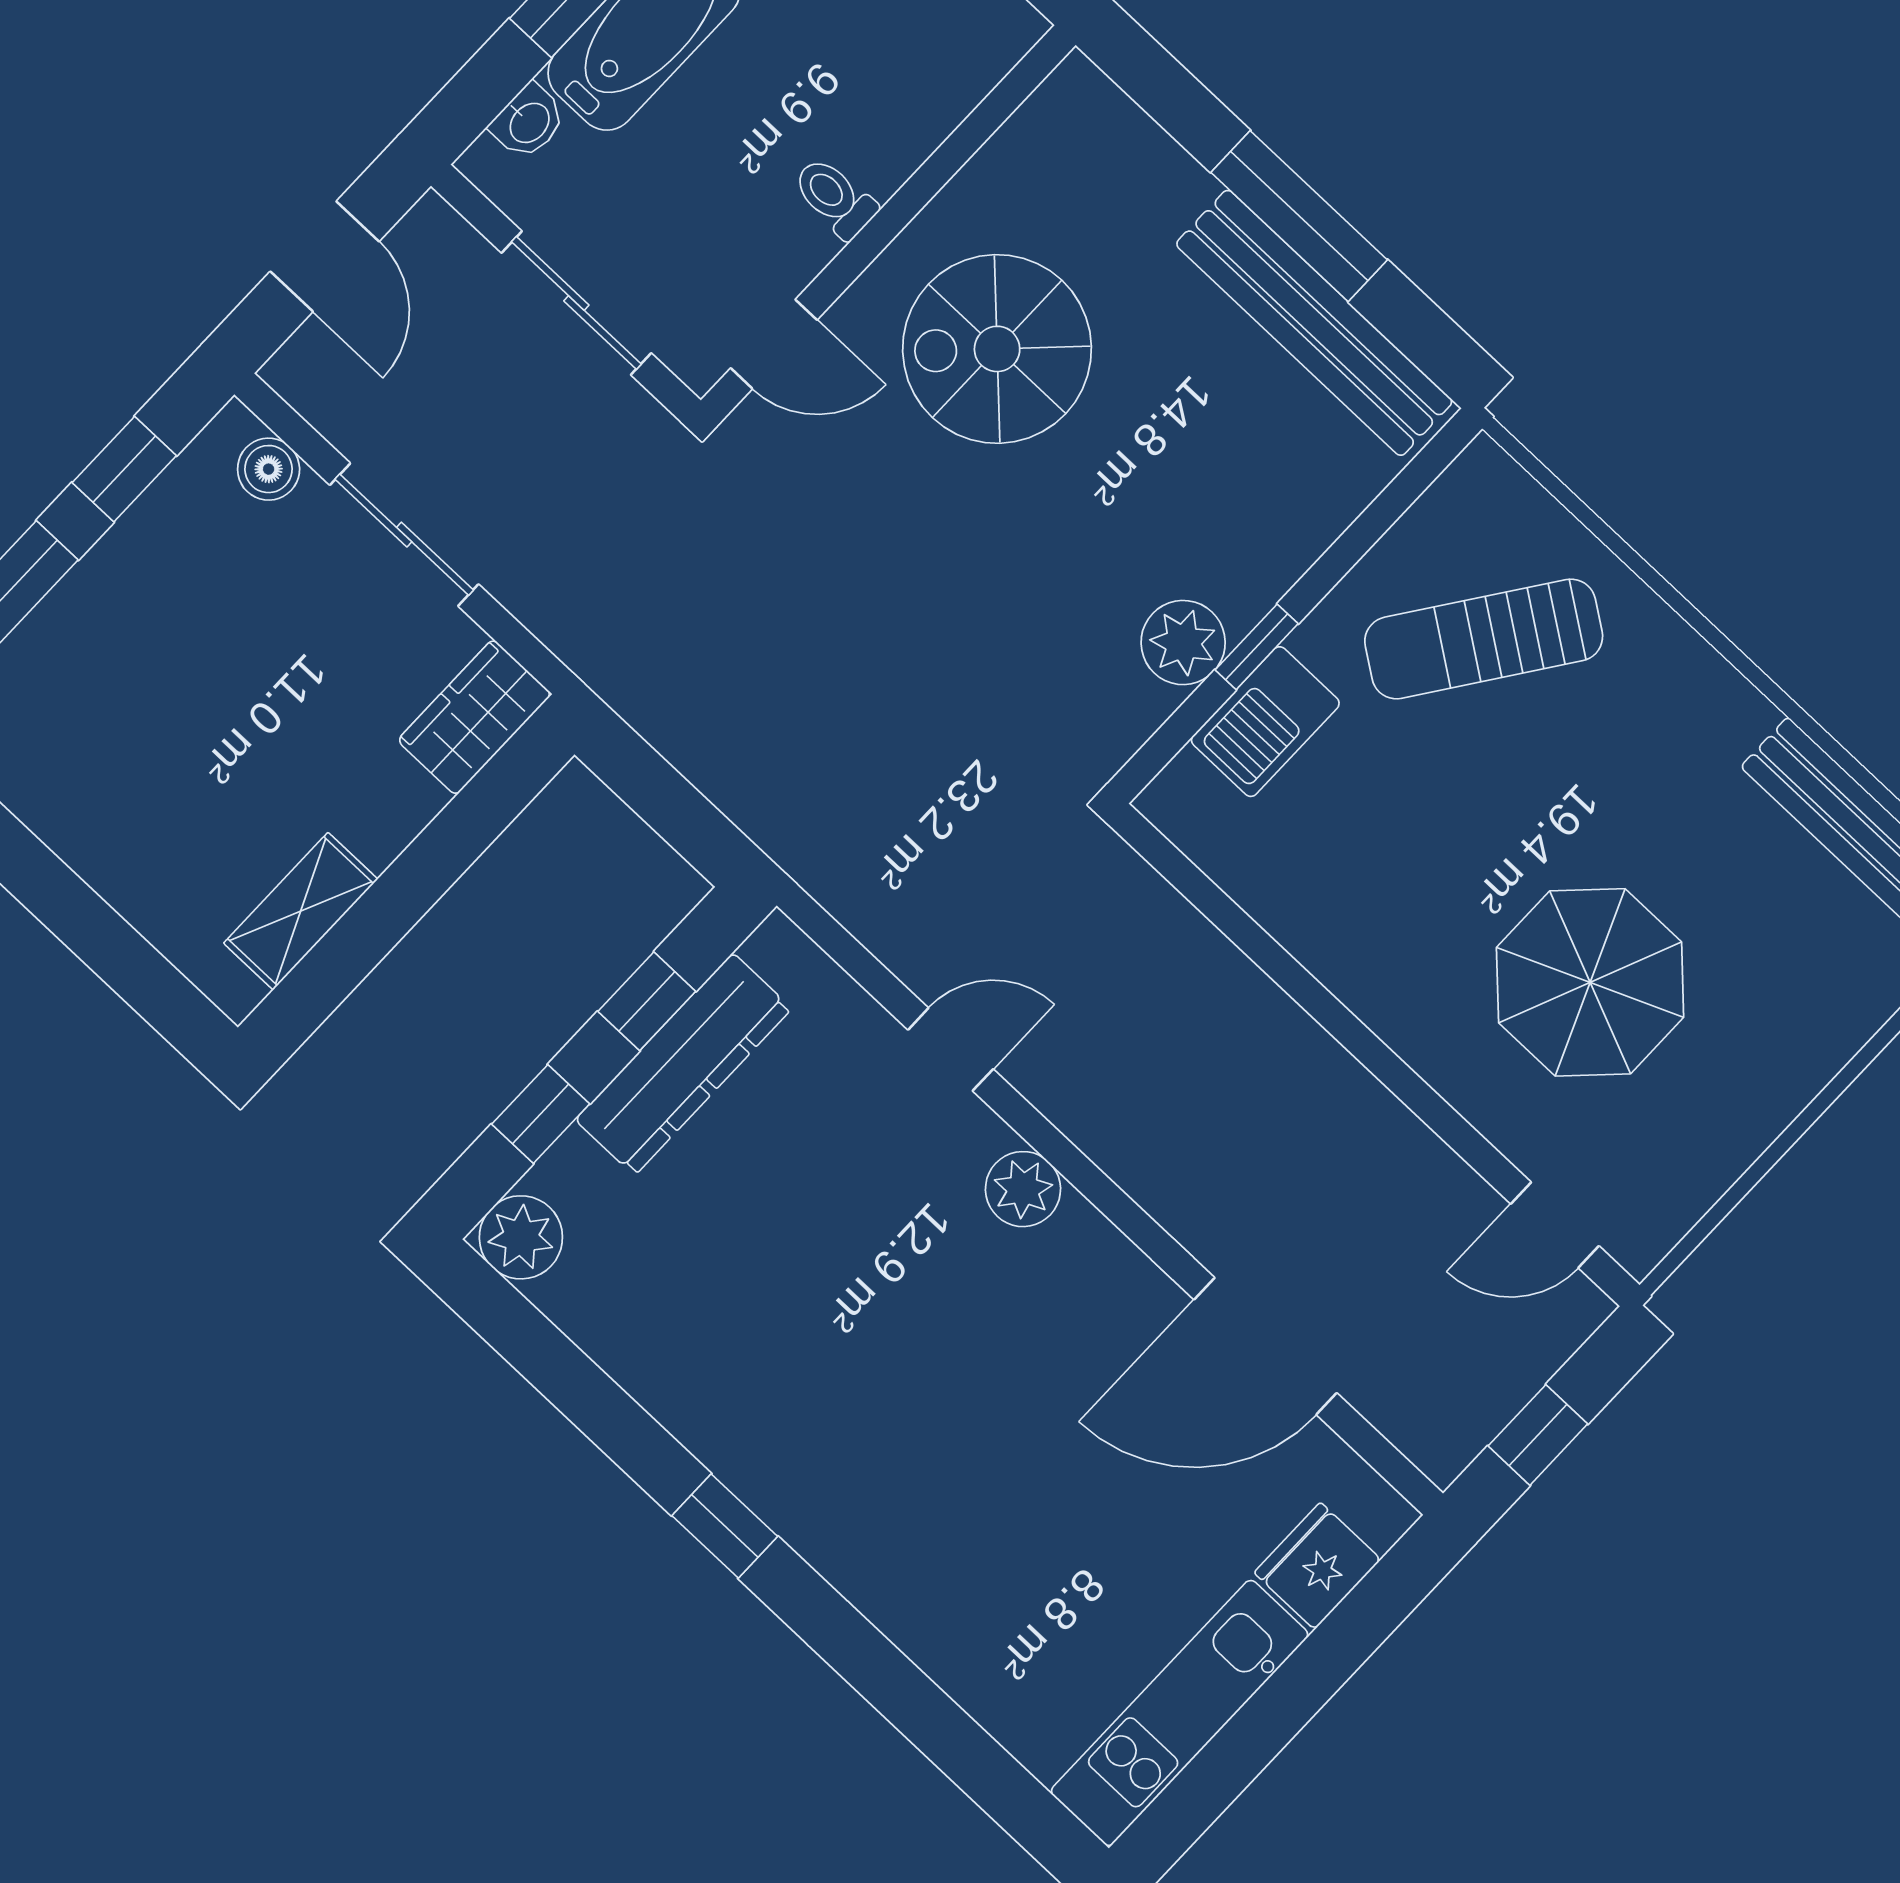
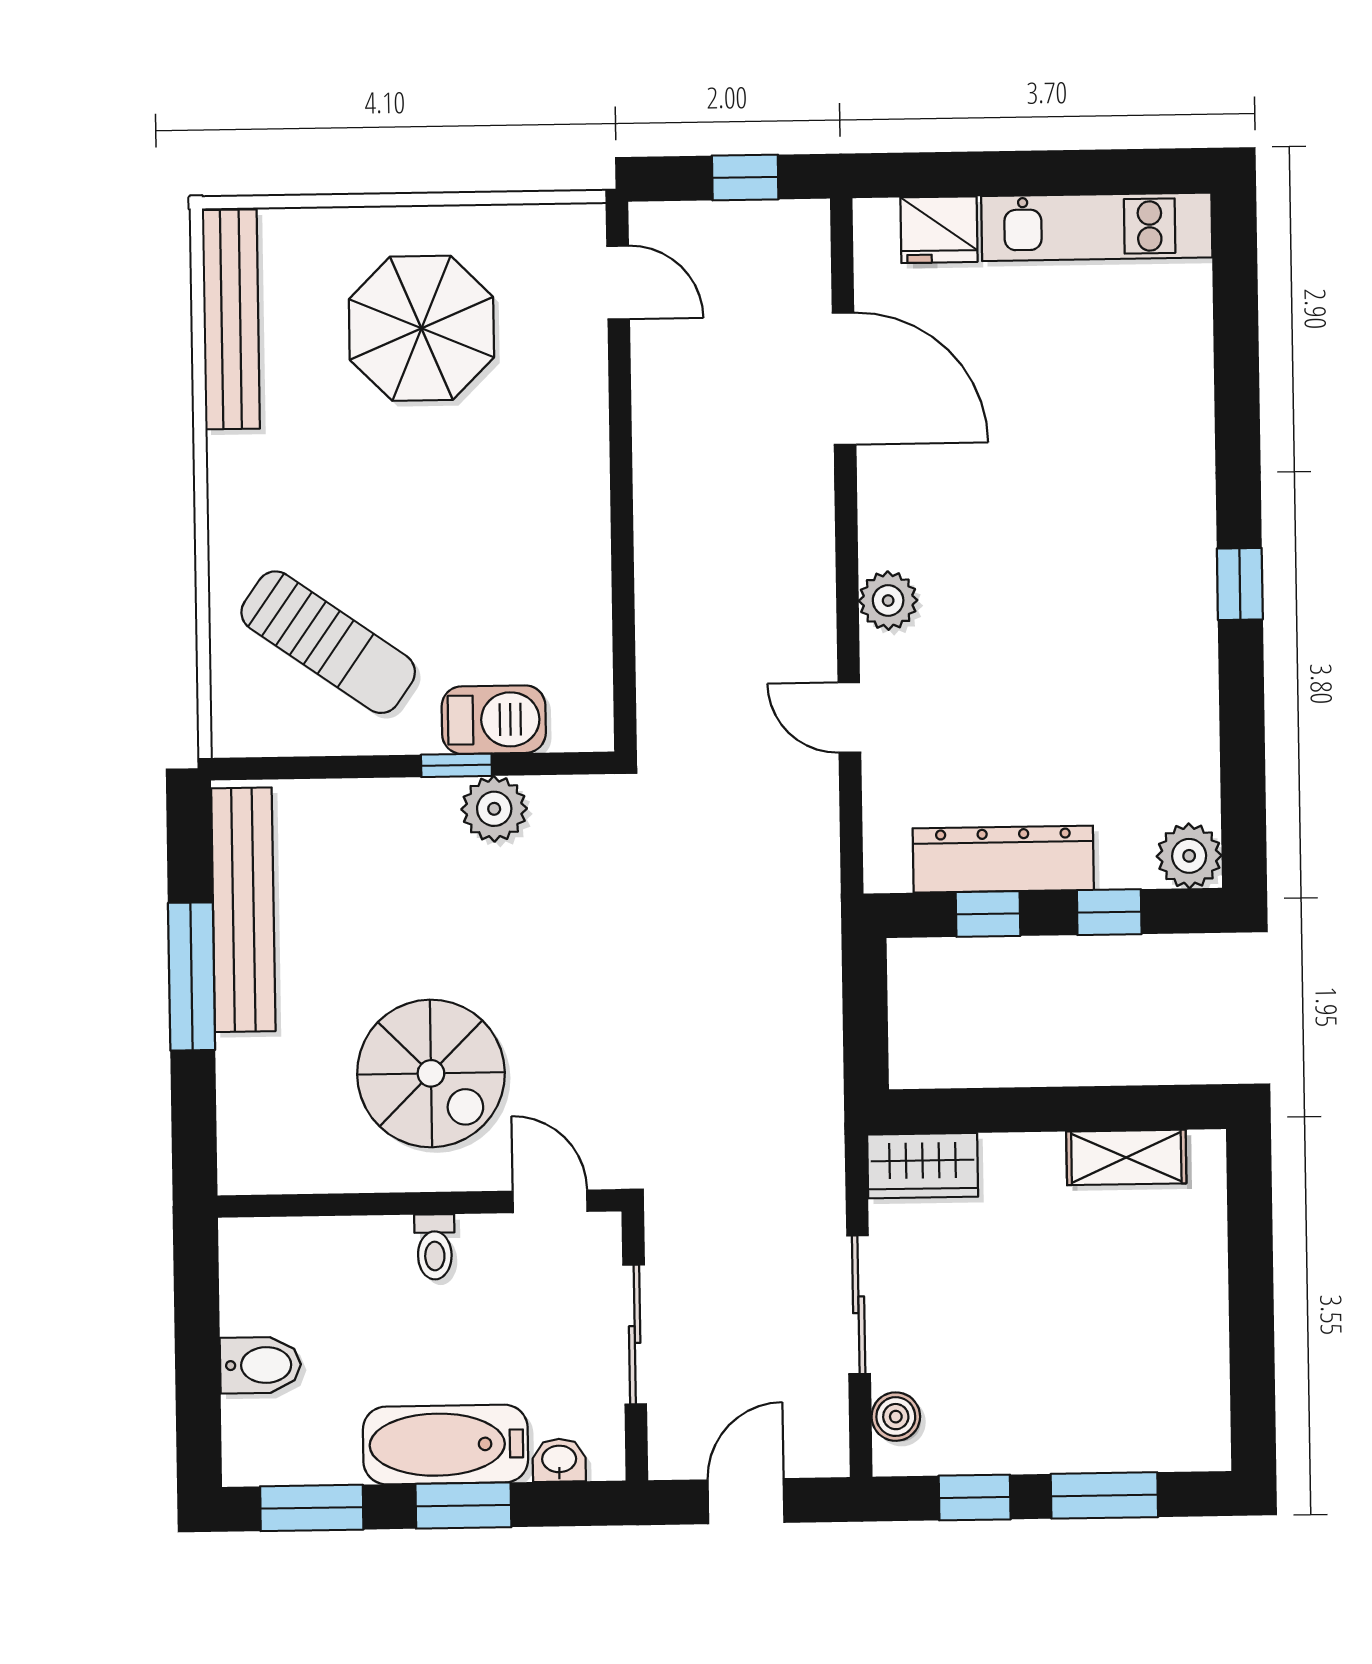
parasol: (1590, 982) -> (421, 328), moved

